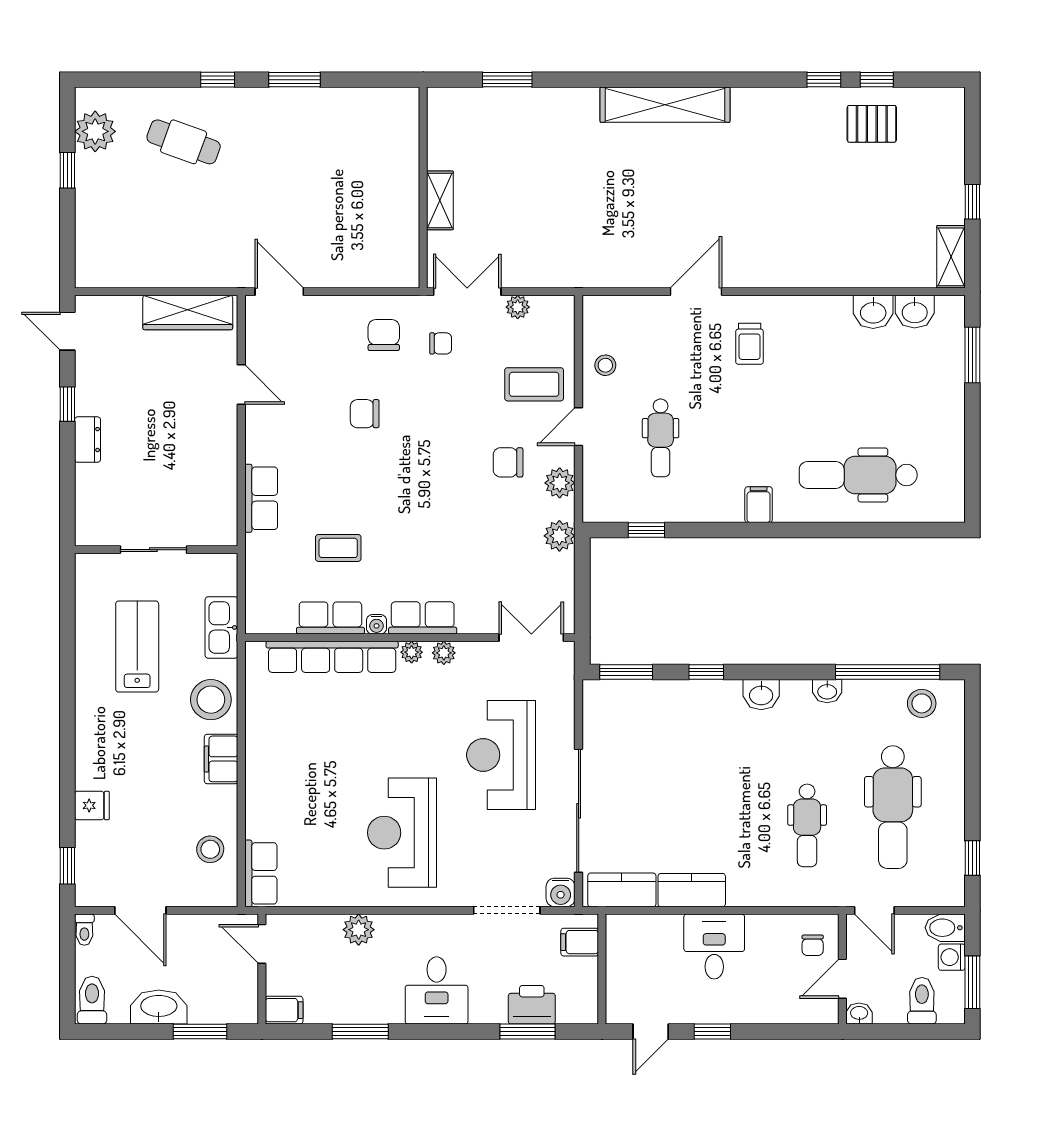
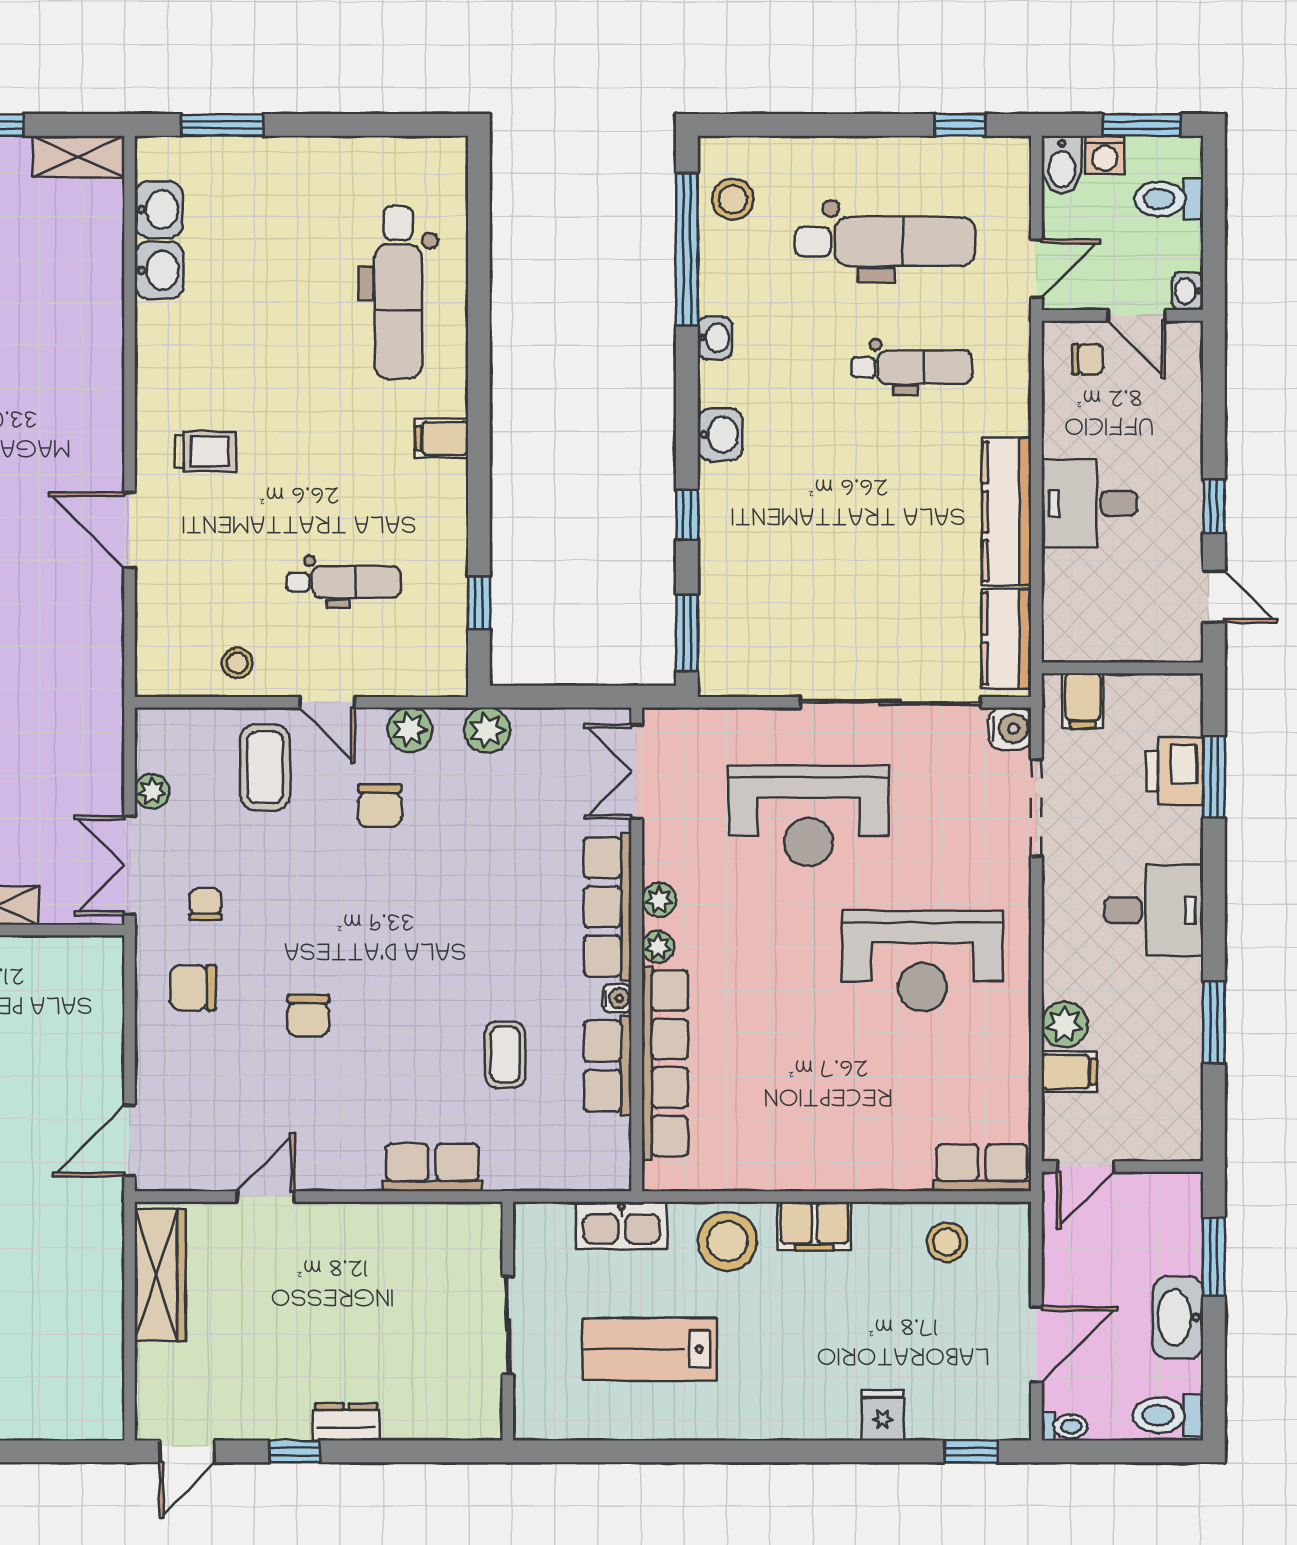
row of seats: (423, 618) -> (608, 907), width x1.48
kitchen counter: (692, 890) -> (1007, 512), width x1.50
filing cabinet: (284, 1010) -> (1069, 1072), moved, turned 90

